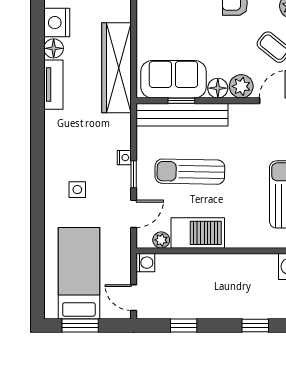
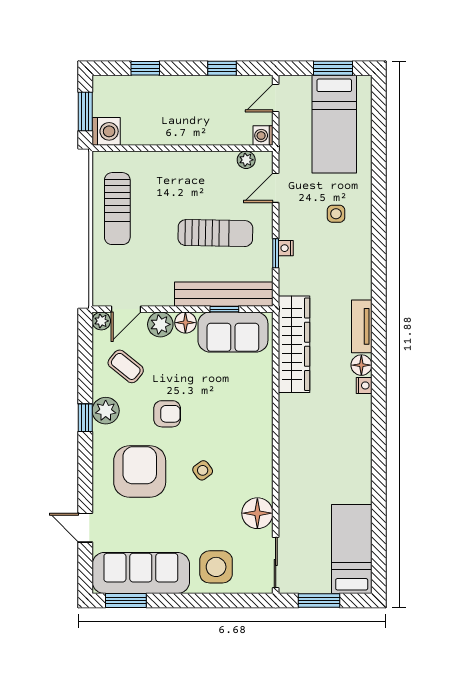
nightstand: (57, 23) -> (364, 385), width x0.53, depth x0.56
window: (134, 174) -> (276, 253), moved
barbecue: (198, 233) -> (207, 167), removed
door: (134, 298) -> (276, 98), swing flipped

